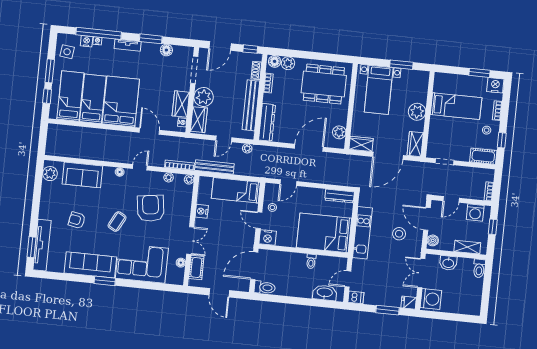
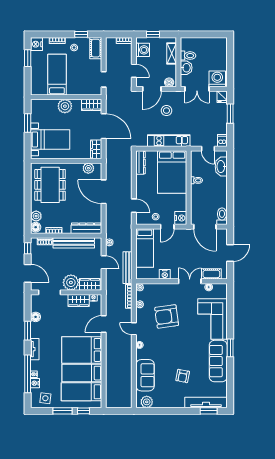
coffee table: (117, 222) -> (180, 343), removed
toilet: (479, 268) -> (188, 56), moved

